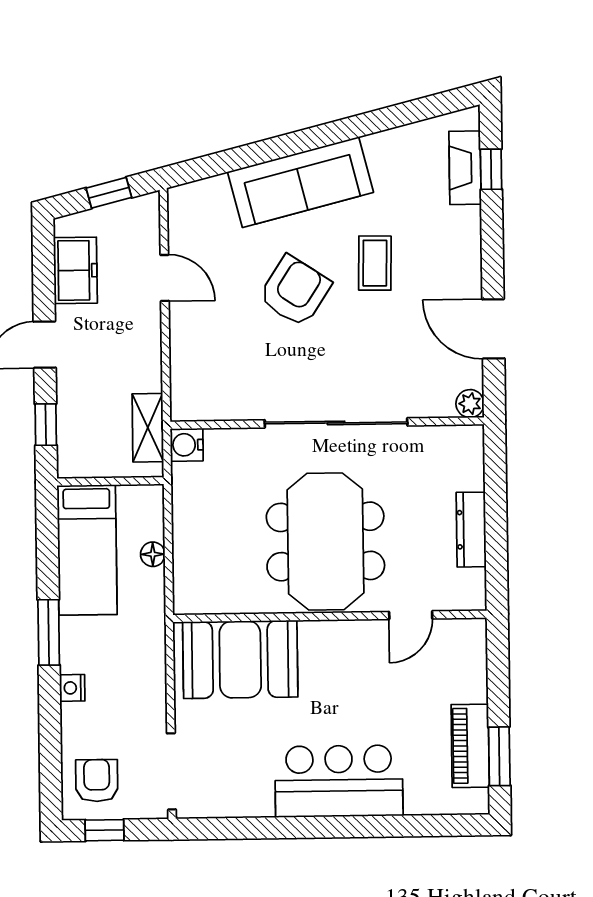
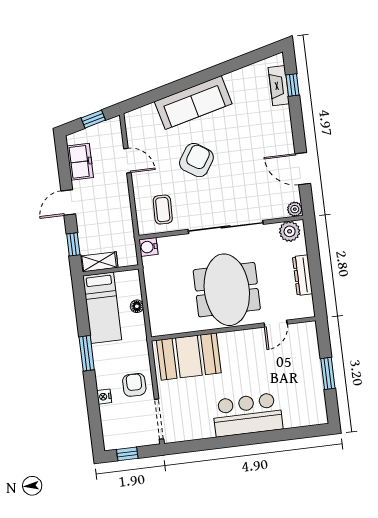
coffee table: (375, 263) -> (163, 210), moved
shelving: (148, 428) -> (99, 262), moved, turned 90
plant: (456, 444) -> (290, 231), added
nightstand: (72, 688) -> (104, 397), moved
piano: (470, 746) -> (314, 389), removed
window: (499, 756) -> (328, 373), moved
armchair: (97, 781) -> (134, 385), moved

